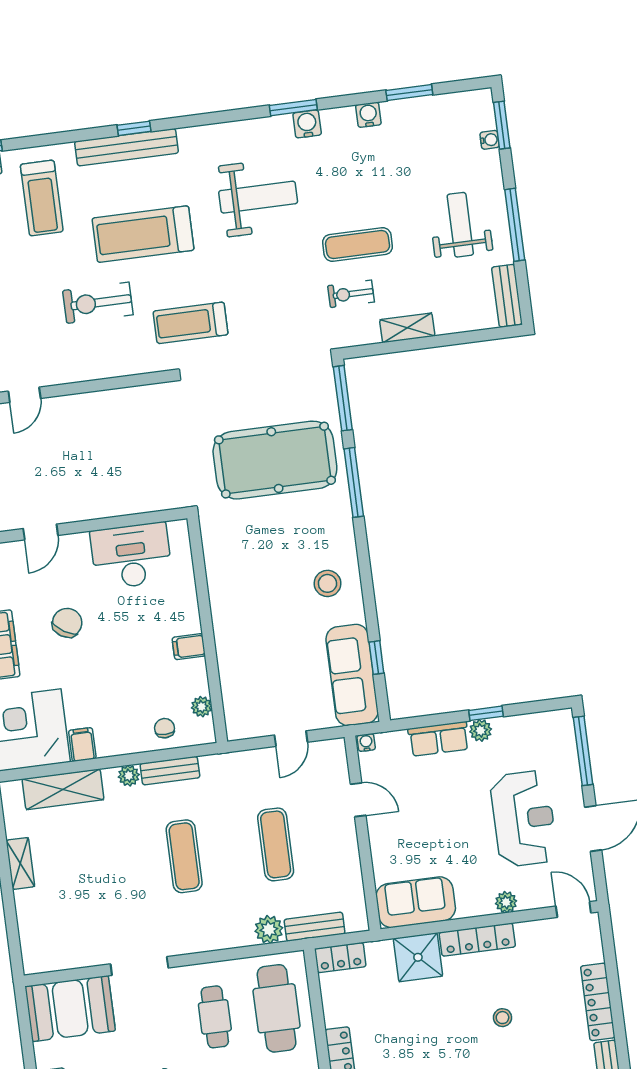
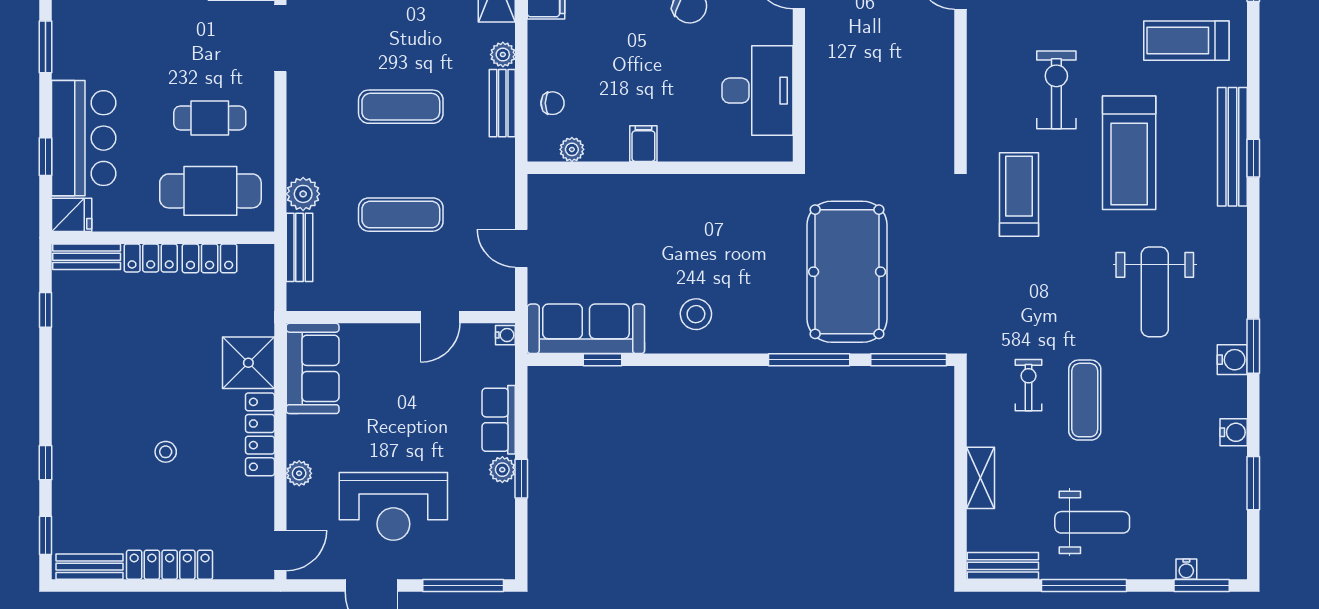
treadmill: (143, 234) -> (1129, 153), turned 180
shelving: (407, 328) -> (981, 478), moved
locker: (340, 958) -> (210, 258), moved, turned -90

